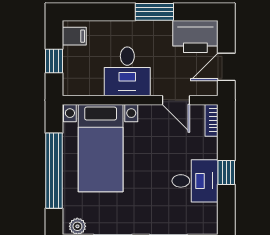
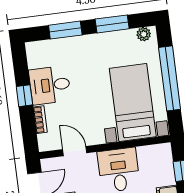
bookcase: (211, 120) -> (40, 120), moved

